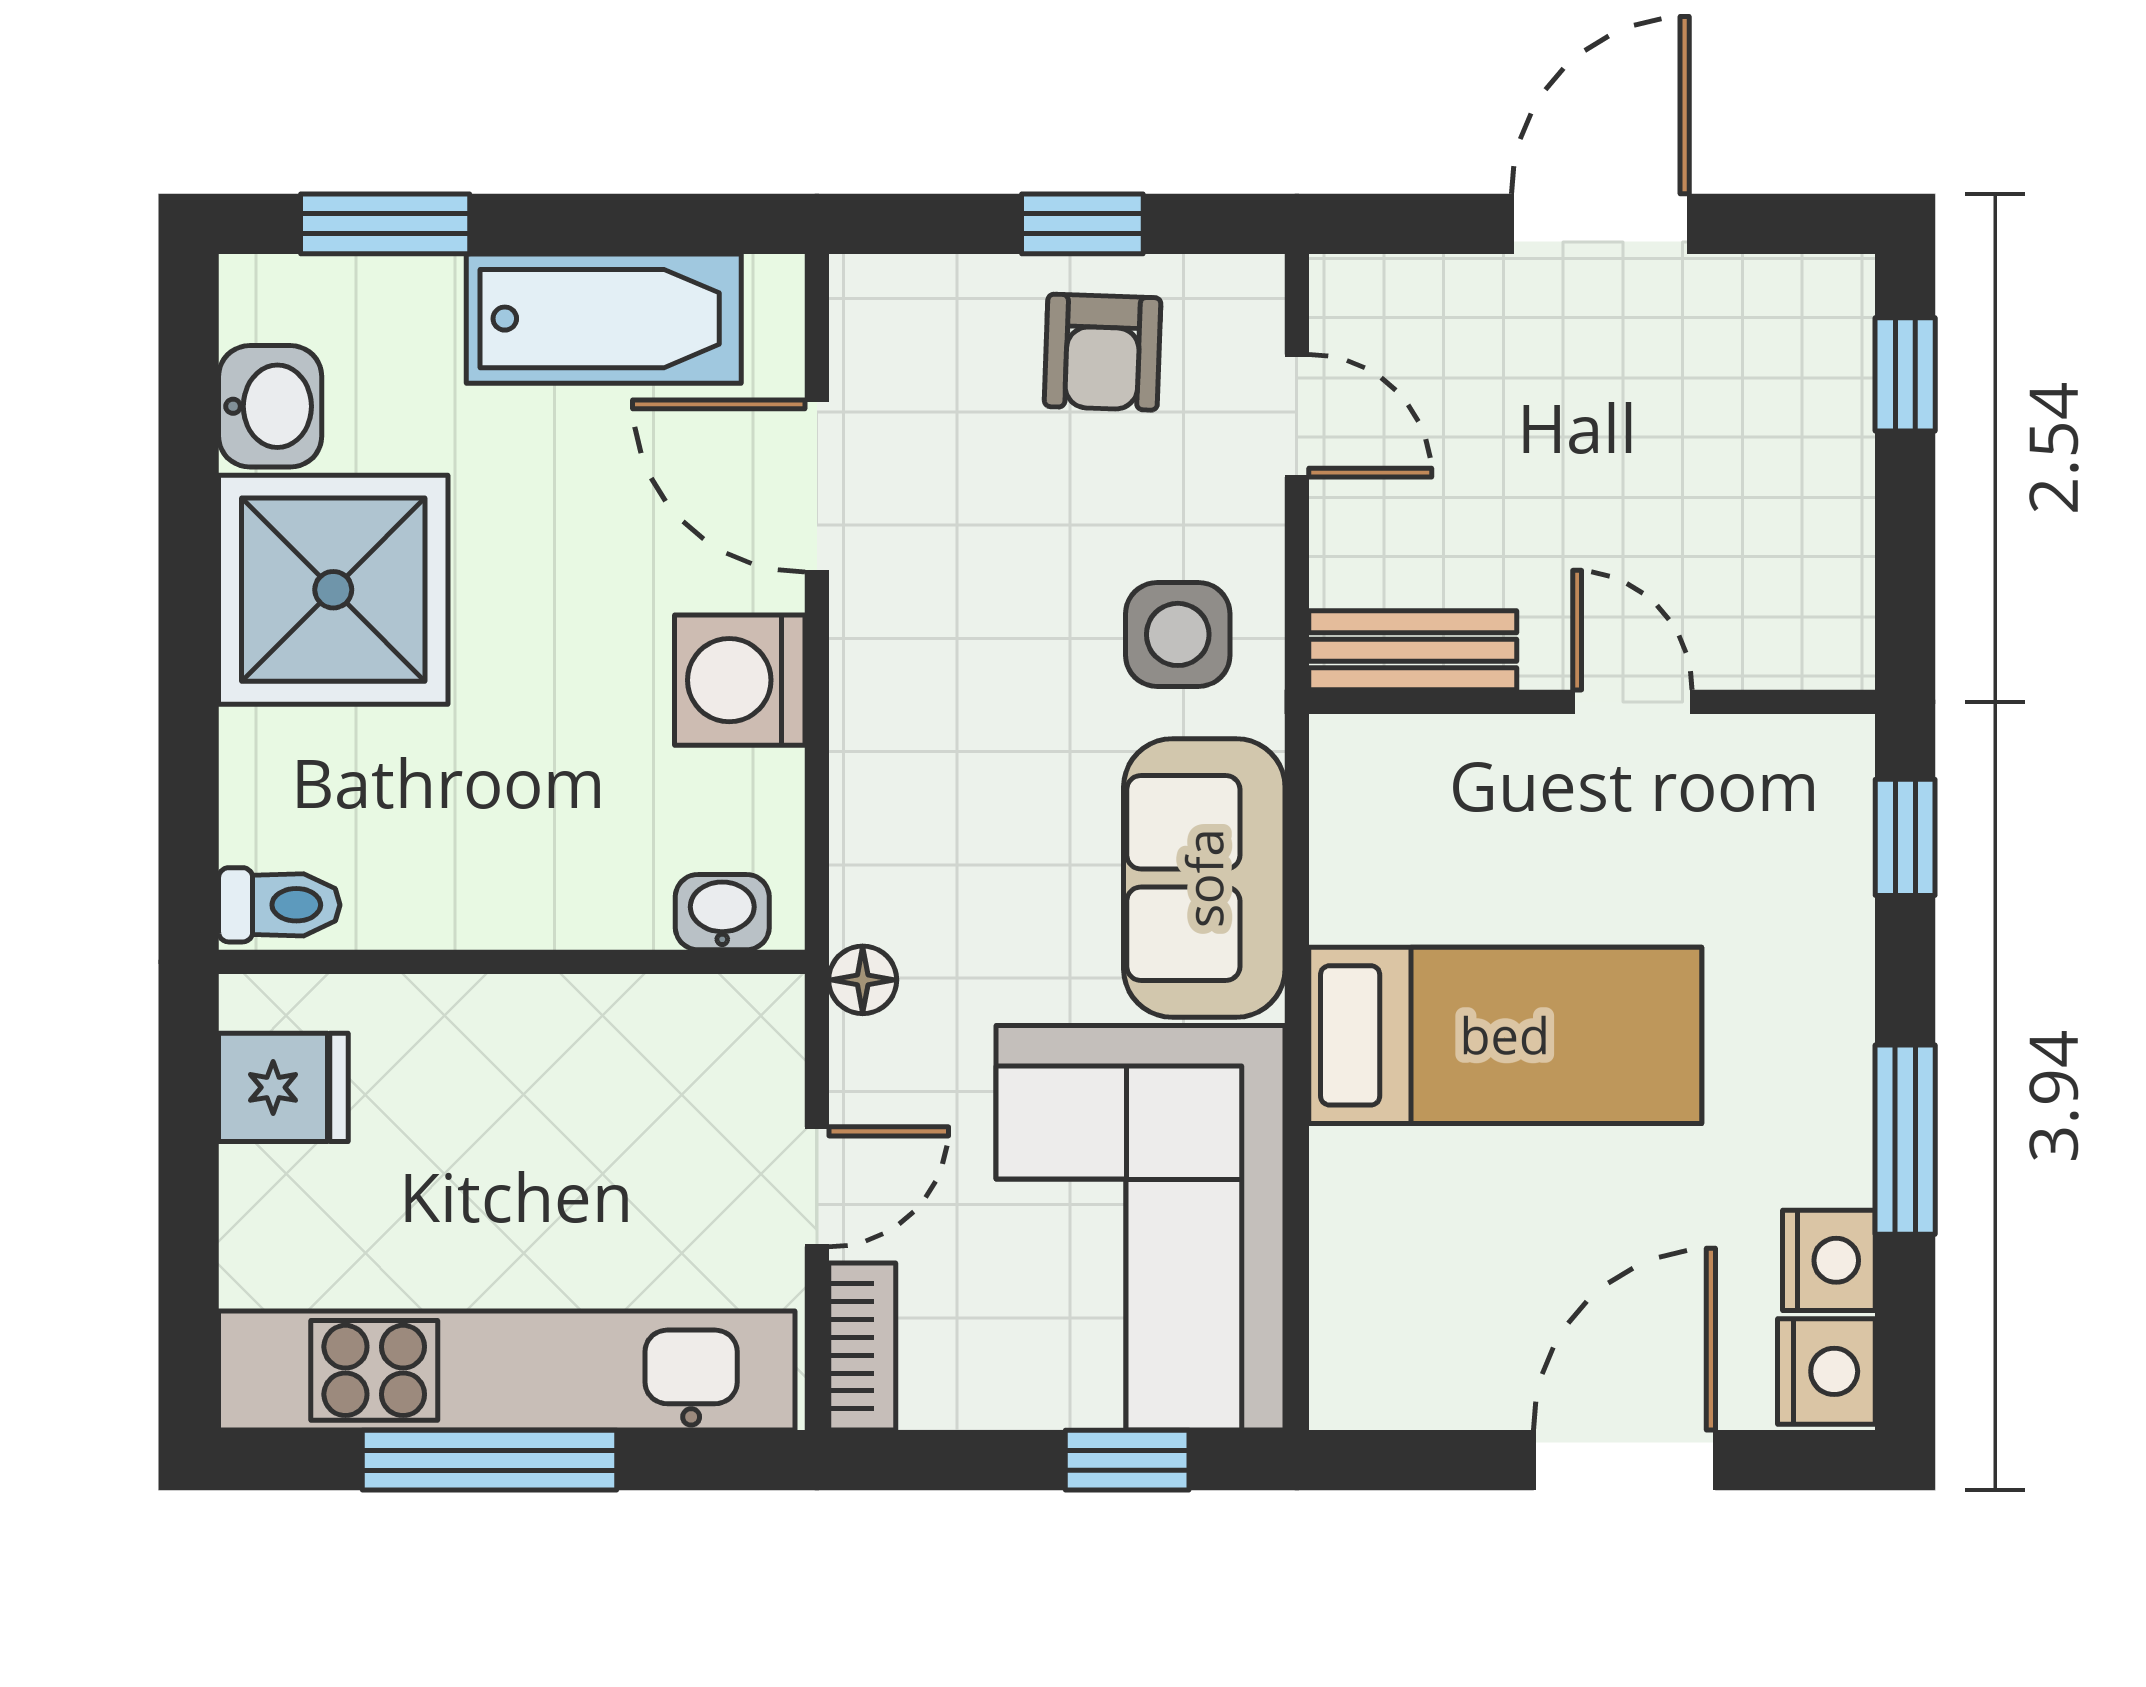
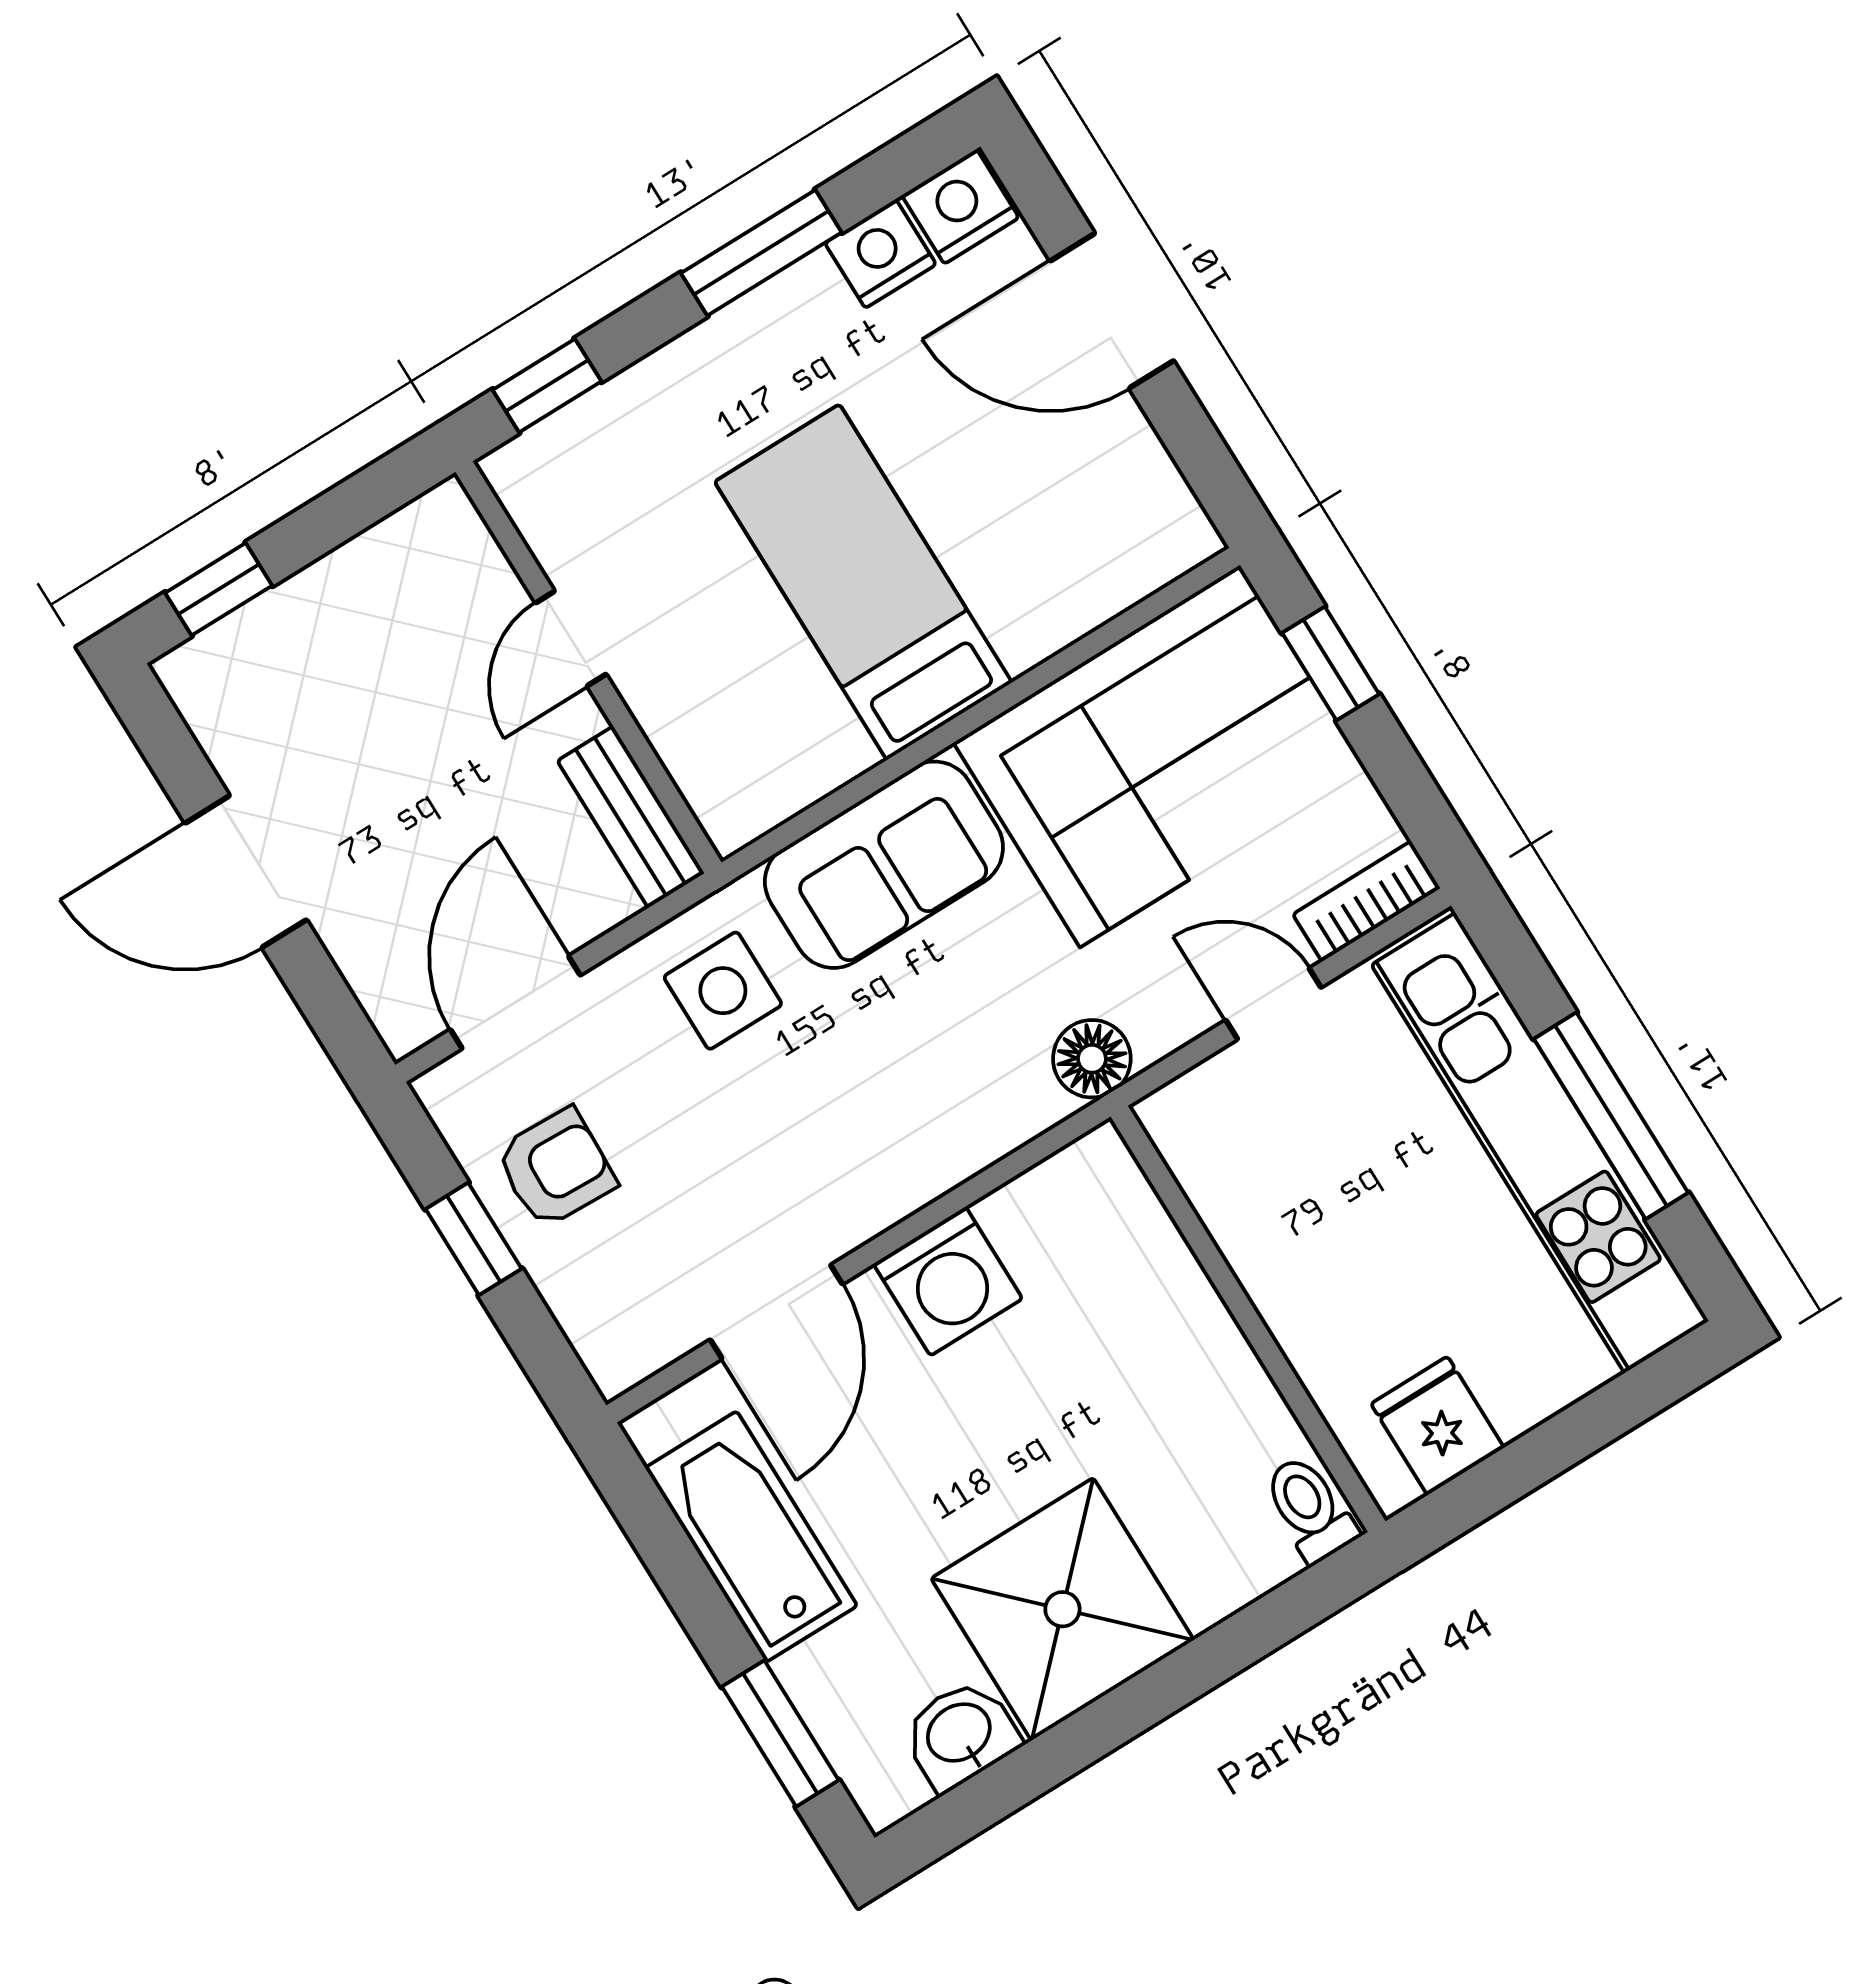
door: (1297, 416) -> (515, 1002), width x1.38
washbasin: (722, 912) -> (1120, 1192), removed
floor lamp: (863, 980) -> (1092, 1059), width x1.37, depth x1.37

